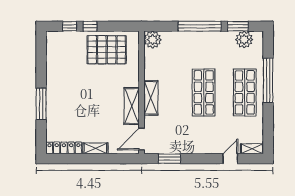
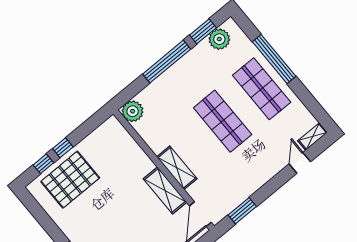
pallet: (107, 50) -> (70, 180), moved

